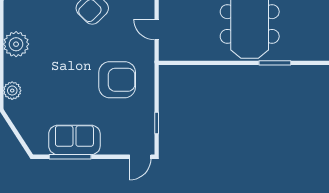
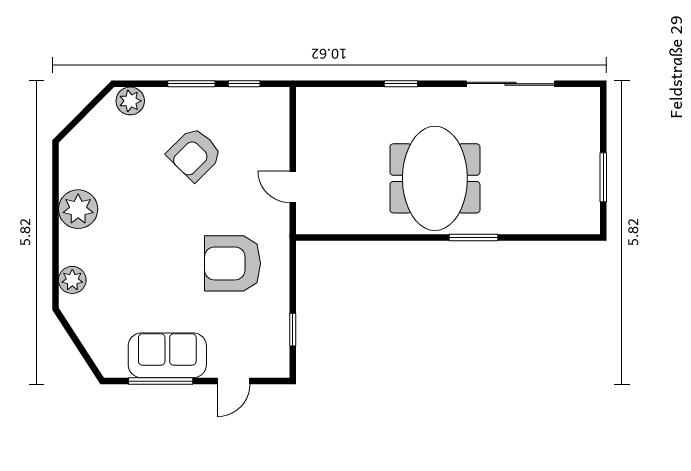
armchair: (117, 80) -> (233, 263), turned 180
door: (140, 157) -> (234, 381), moved

